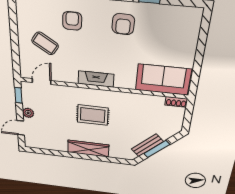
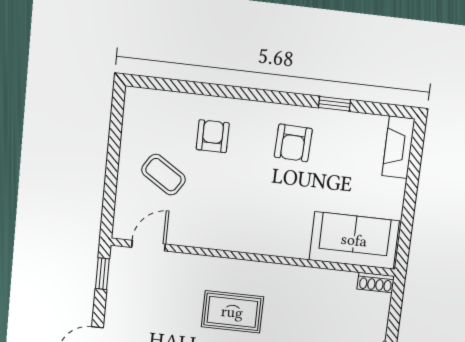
fireplace: (96, 79) -> (398, 147), moved, turned -90
plant: (28, 113) -> (115, 310), removed

